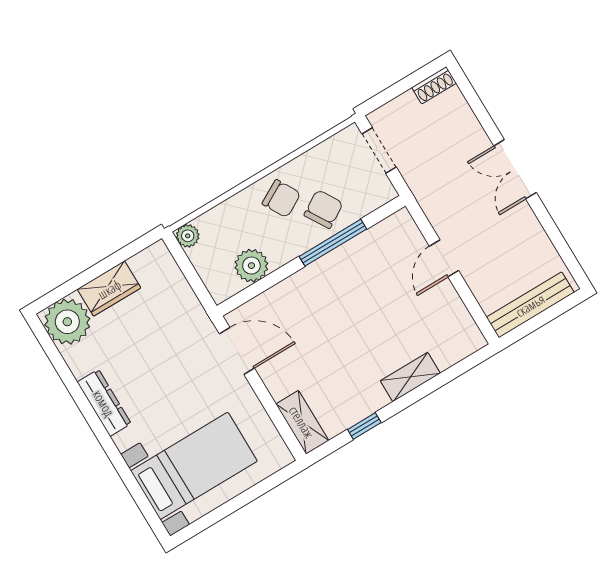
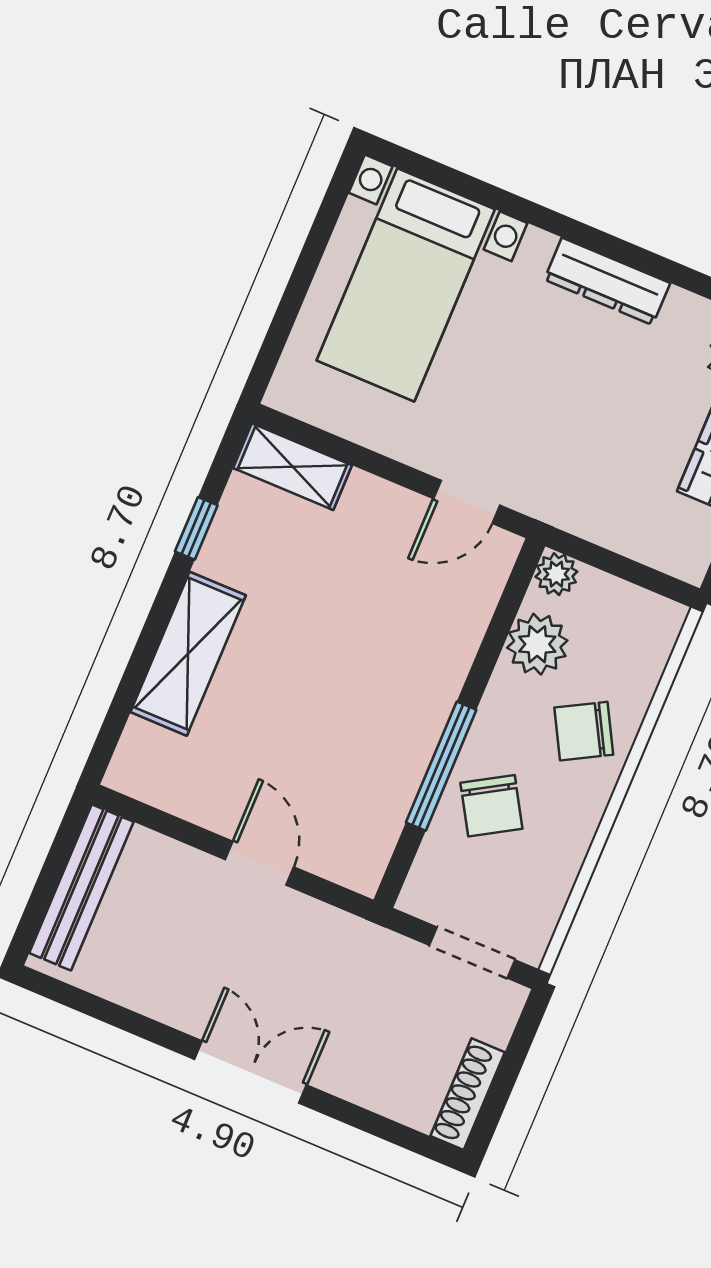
shoe rack: (434, 85) -> (468, 1094), width x1.43
chair: (281, 199) -> (584, 731), moved
plant: (188, 236) -> (556, 574), moved
door: (237, 351) -> (467, 502), width x0.73
shelving: (410, 377) -> (188, 654), width x1.50, depth x1.33

